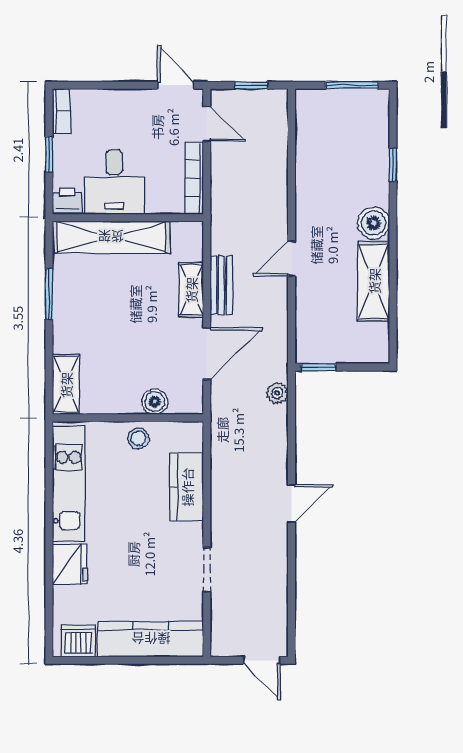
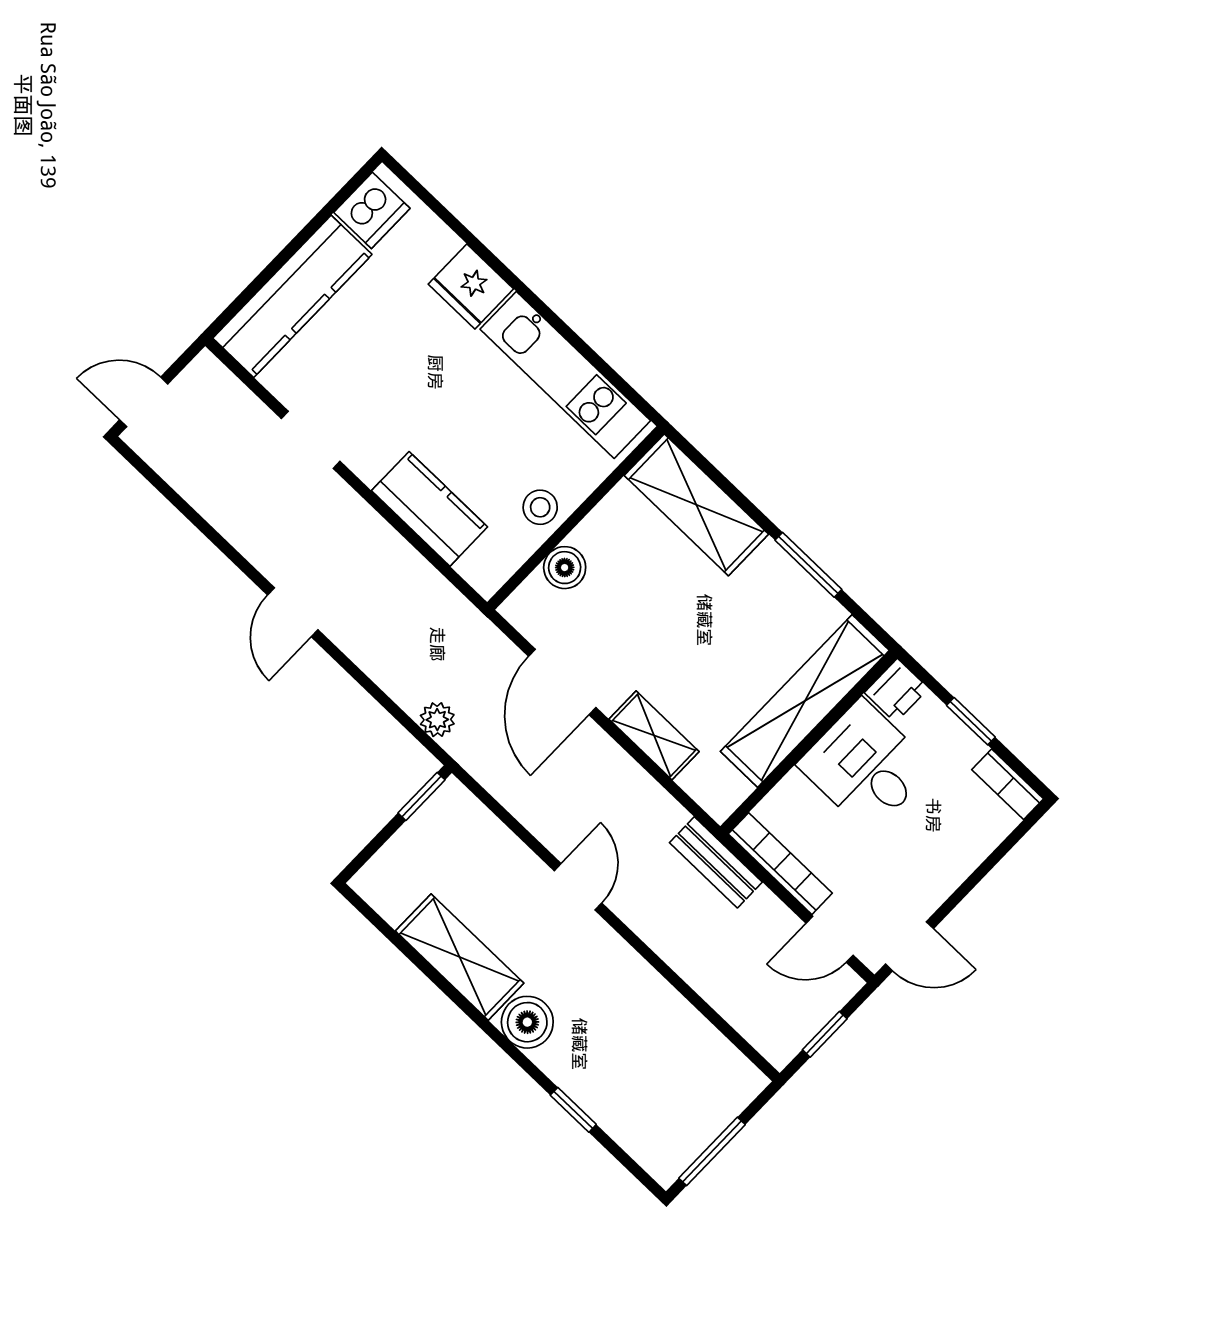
bench: (221, 285) -> (716, 862), moved
shelving: (66, 385) -> (696, 505), width x1.50, depth x1.33

